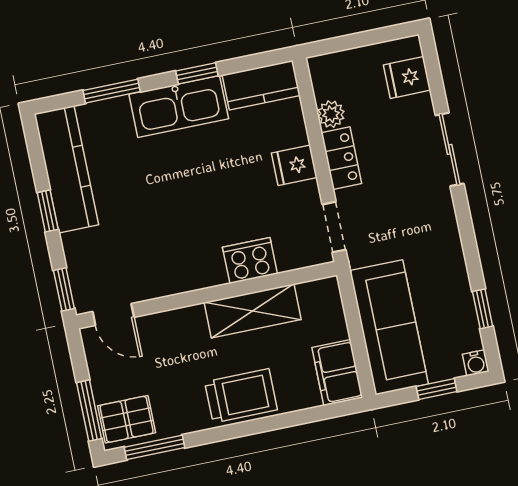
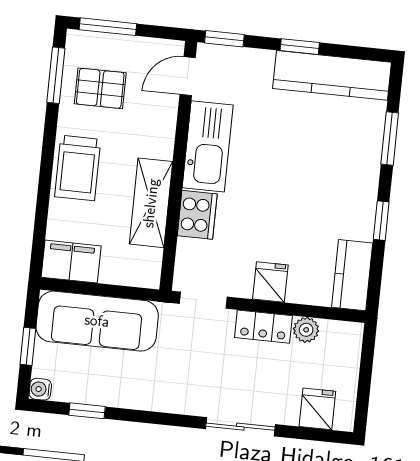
kitchen sink: (179, 106) -> (208, 146), moved, turned 180
pallet: (127, 419) -> (100, 88), moved, turned 90

